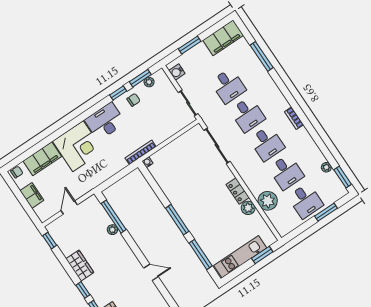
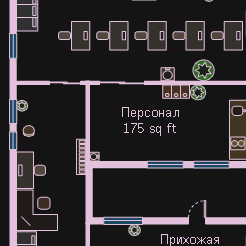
water cooler: (177, 72) -> (168, 74), moved

